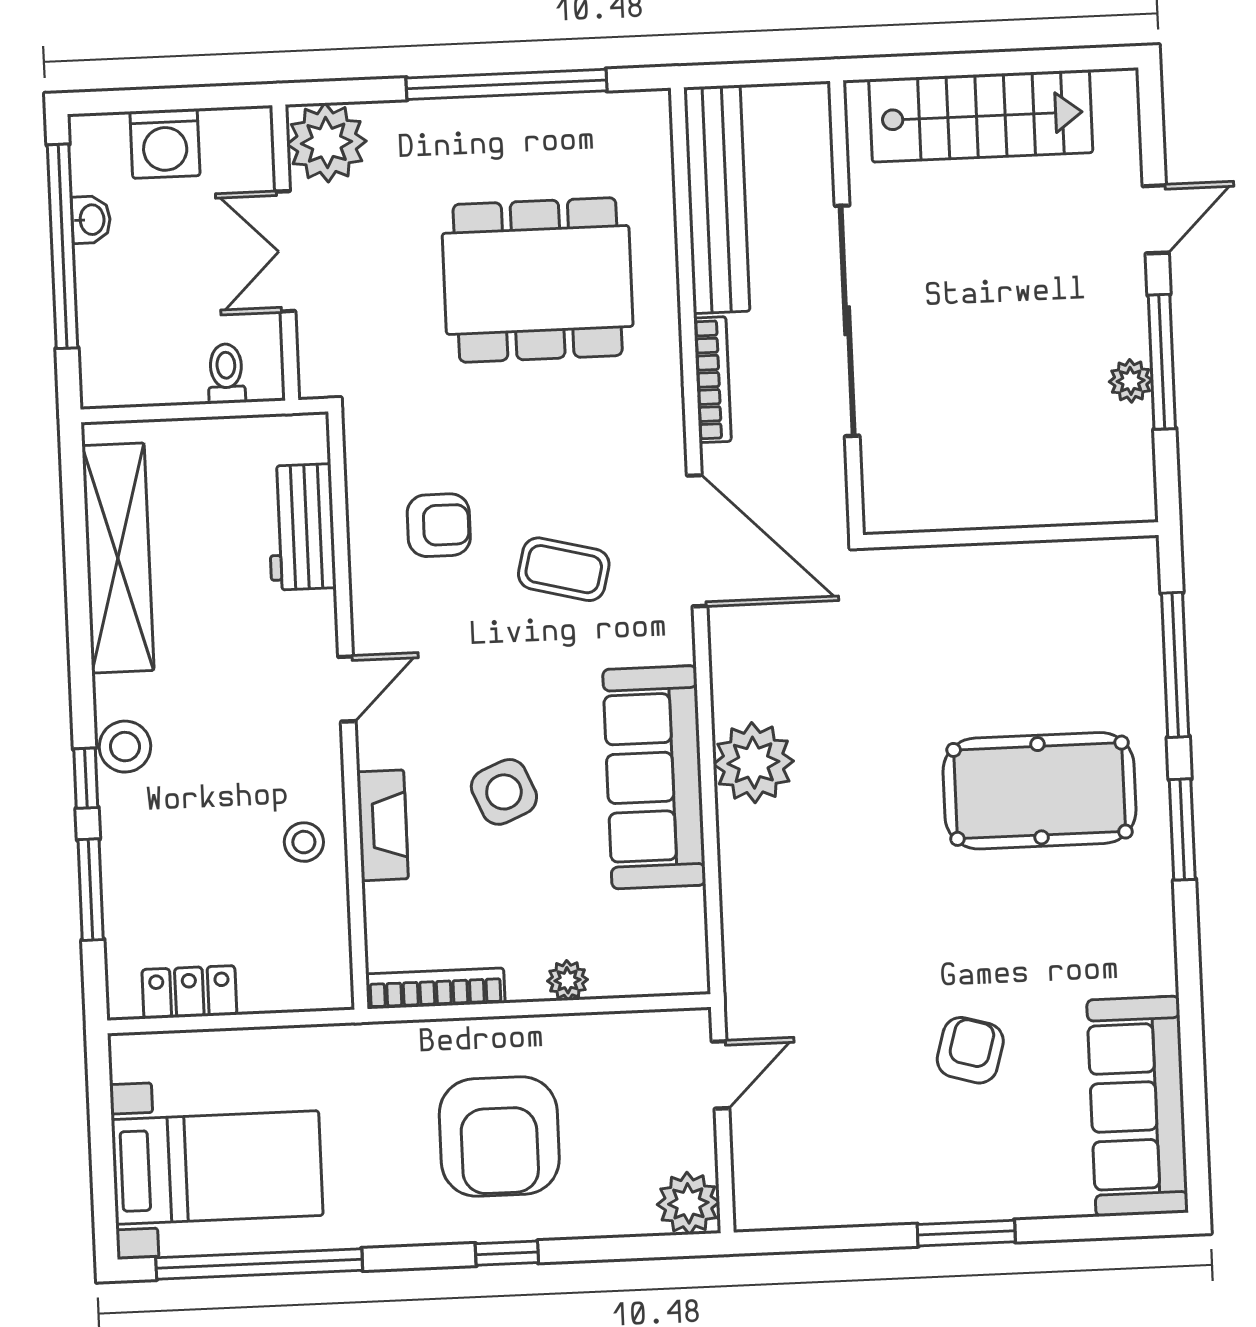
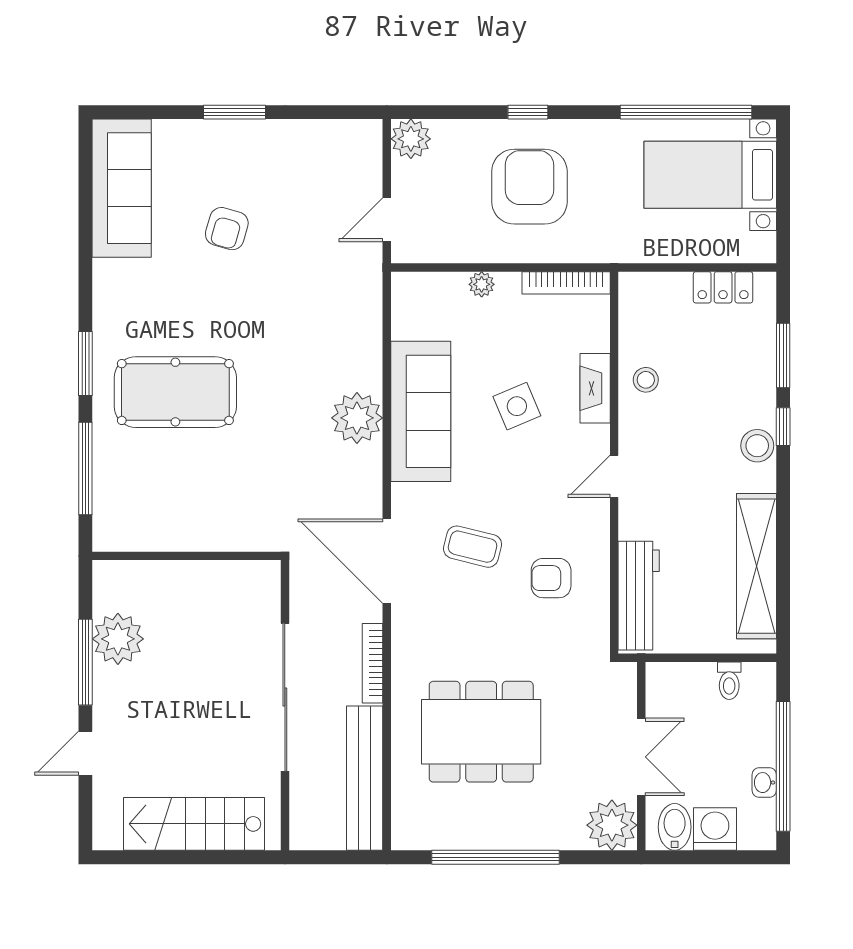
bidet: (228, 144) -> (675, 827), added
toilet: (226, 374) -> (729, 681), moved
plant: (1131, 381) -> (118, 639), width x1.87, depth x1.87
workbench: (301, 527) -> (639, 596), width x1.38

